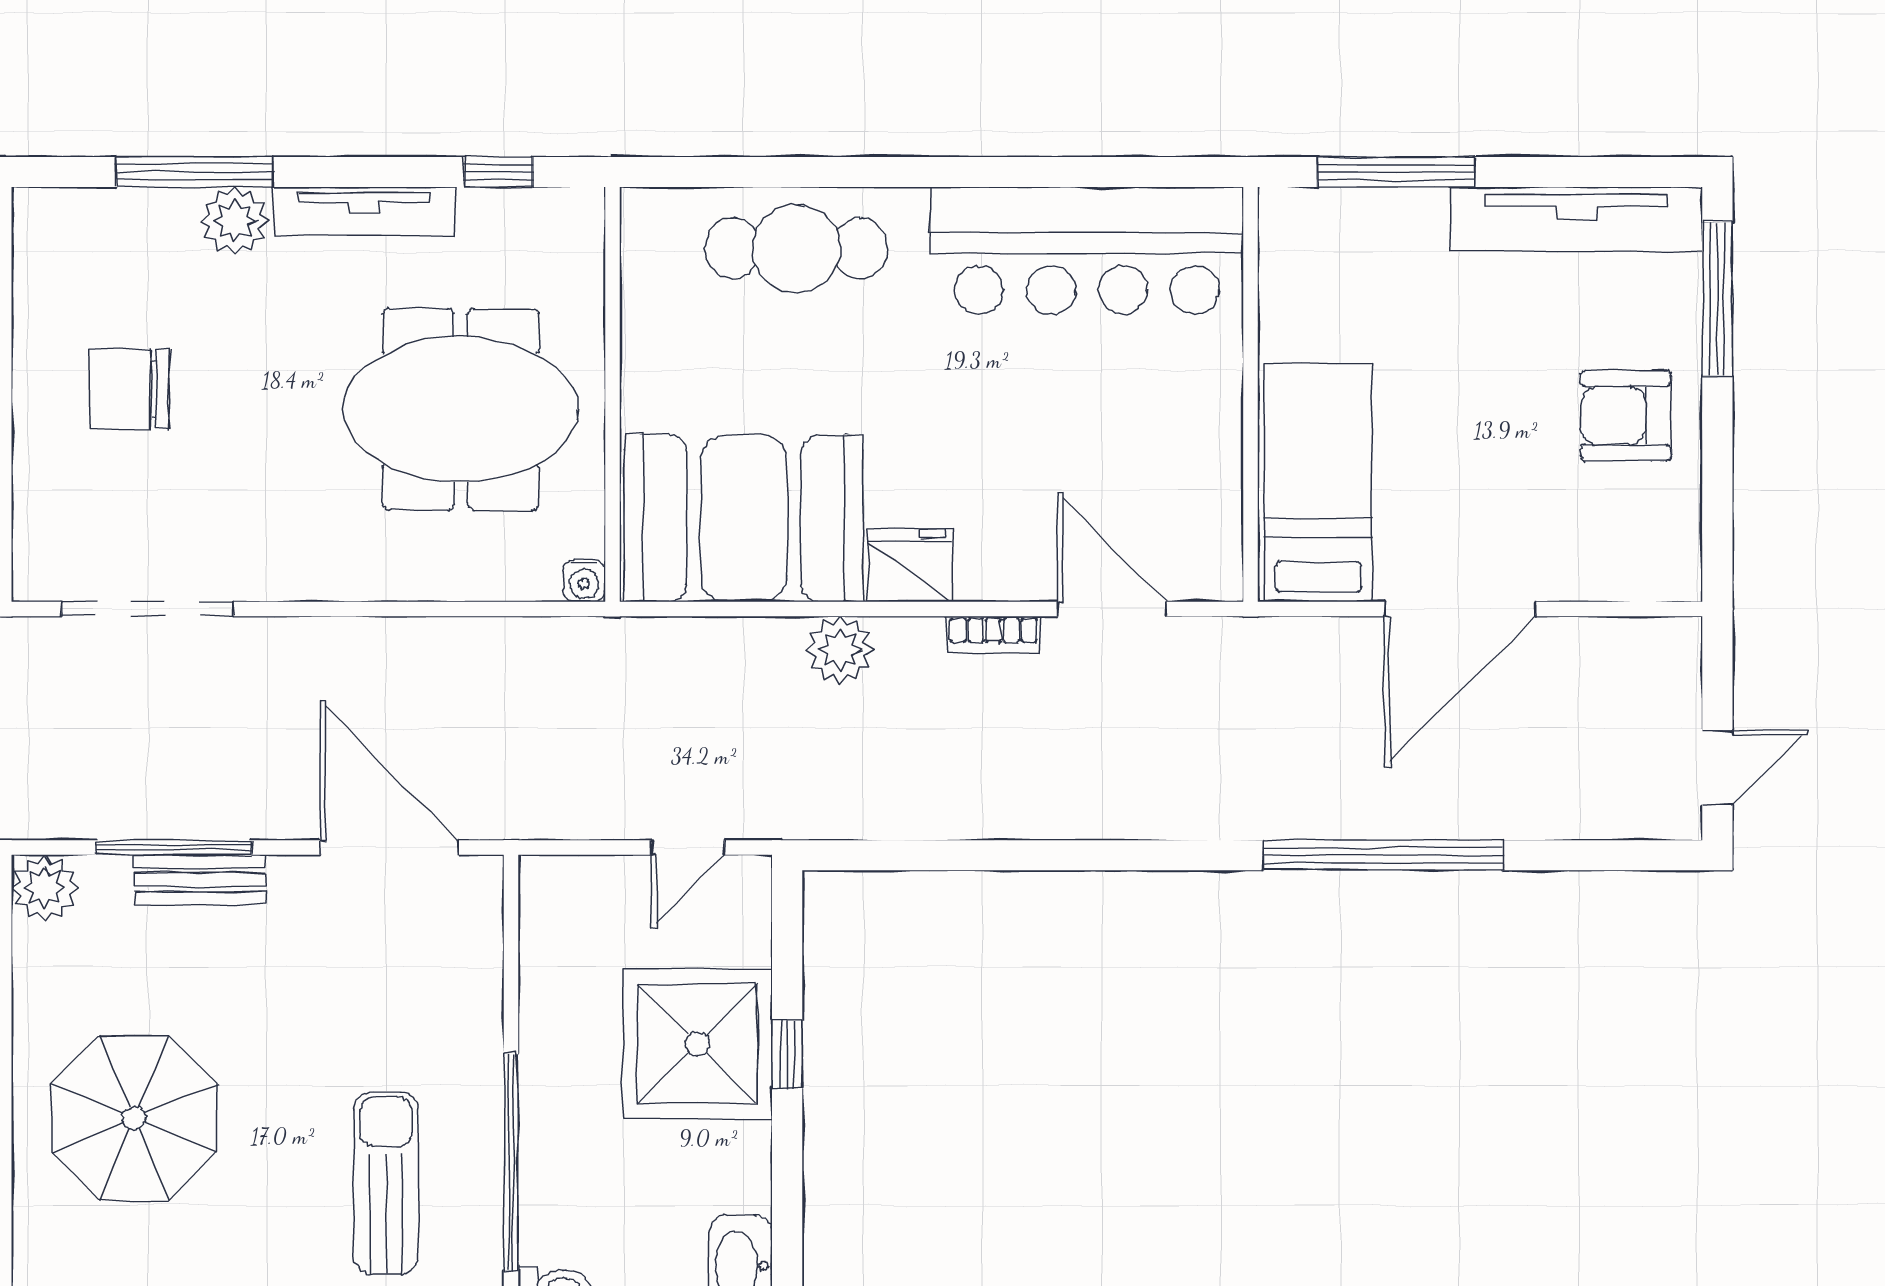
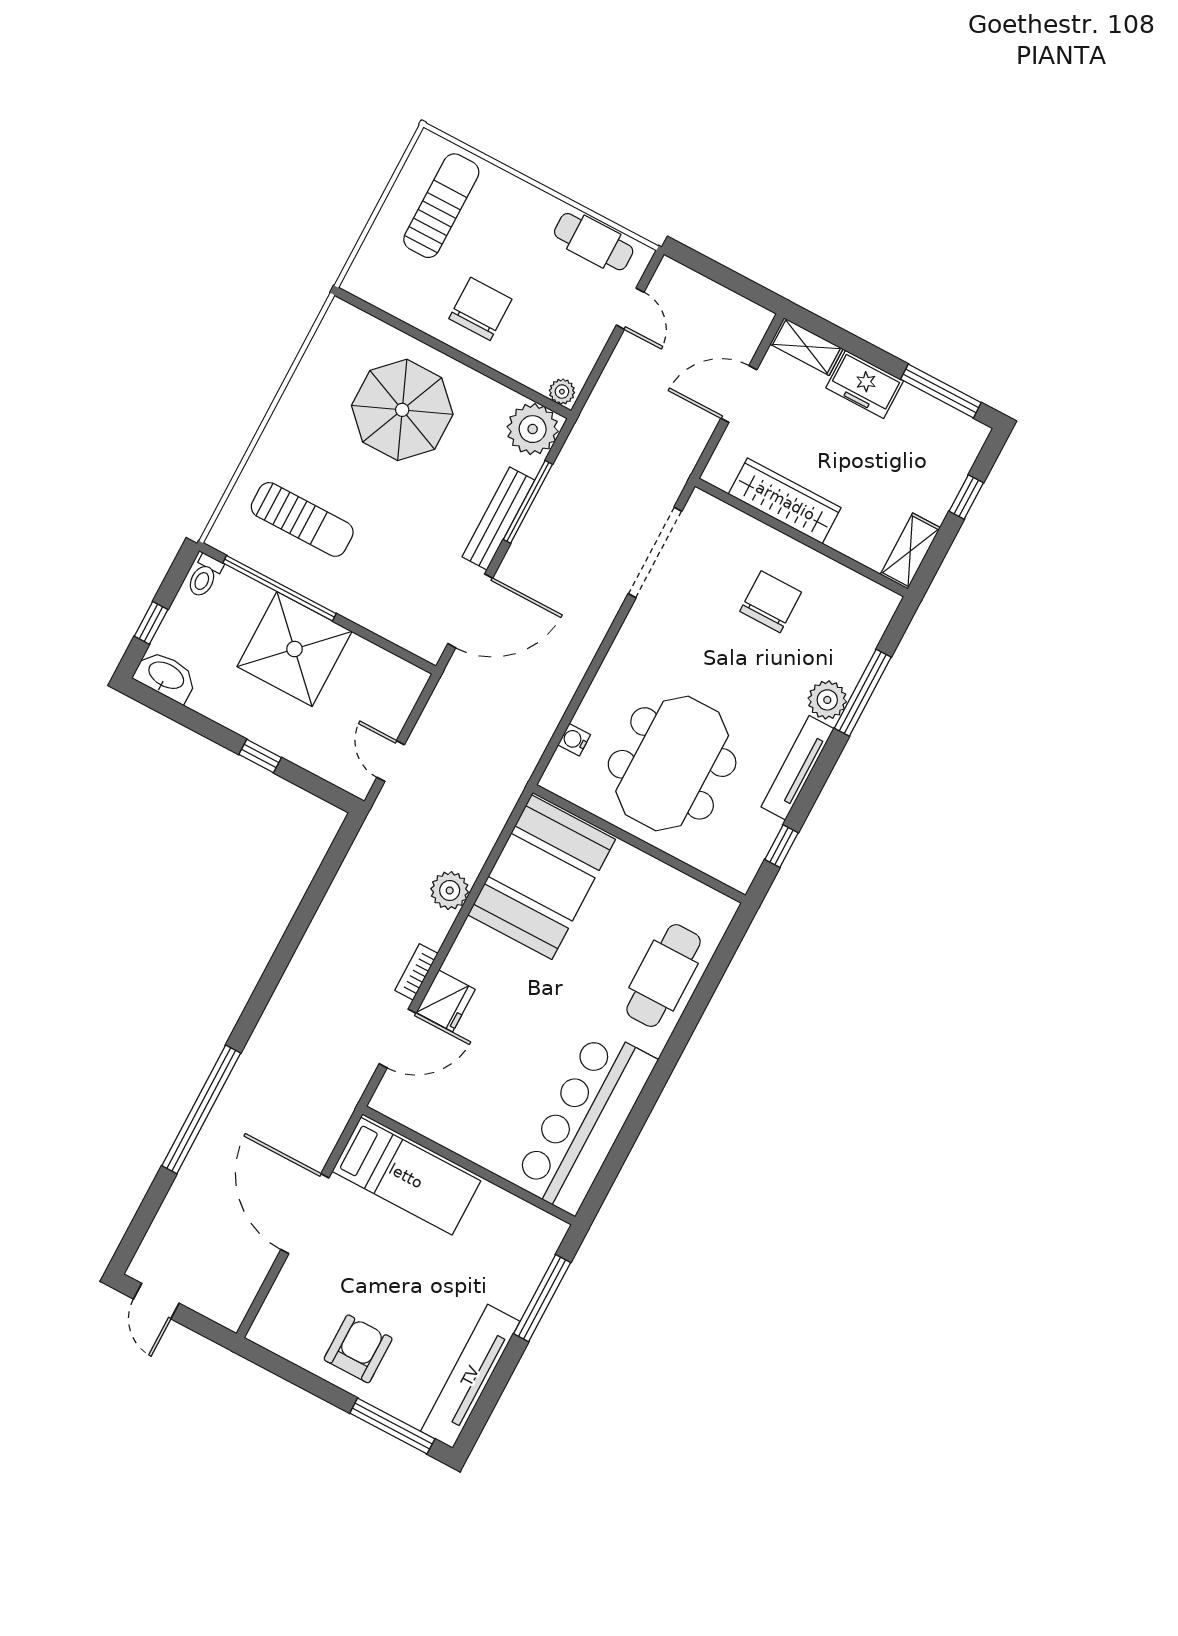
fridge: (910, 565) -> (446, 1001), moved
water cooler: (584, 580) -> (574, 740), moved
bench: (200, 880) -> (498, 518), width x1.36
plant: (45, 888) -> (533, 429), width x1.36, depth x1.36
shower: (697, 1044) -> (295, 649), moved

